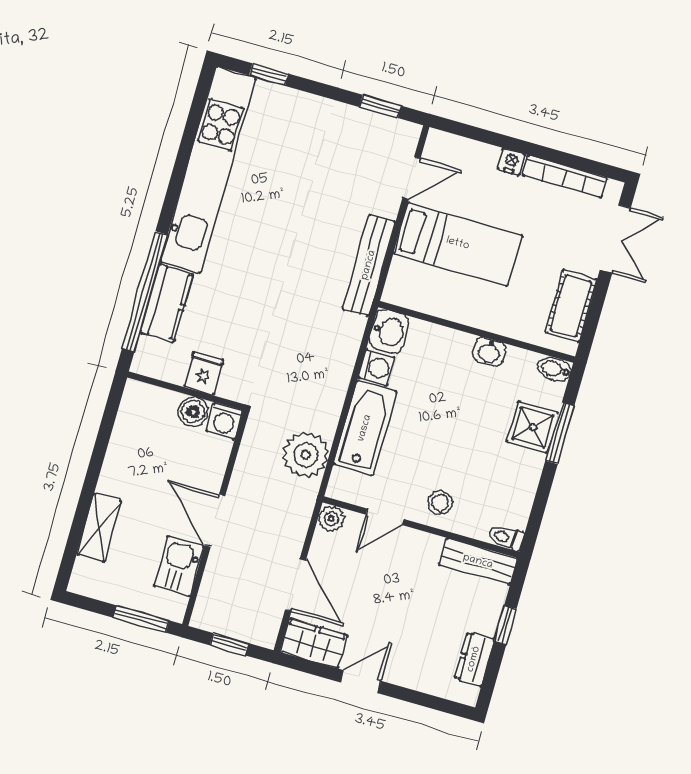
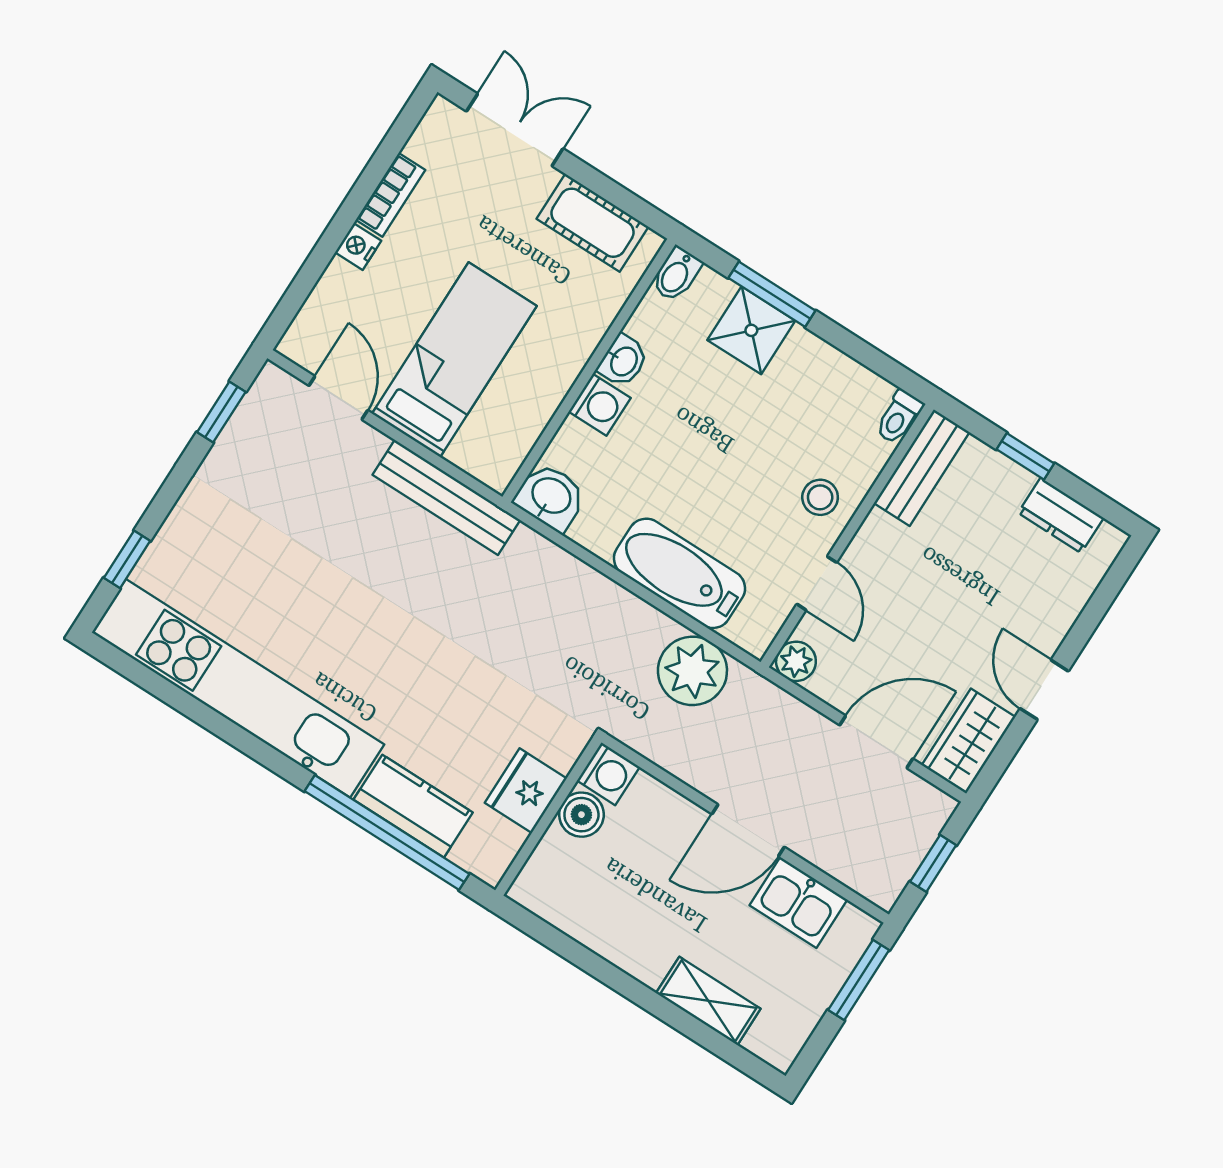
bookcase: (565, 176) -> (390, 195), width x0.64
washing machine: (376, 367) -> (600, 405), moved, turned 90
fridge: (204, 373) -> (526, 791), width x1.38

